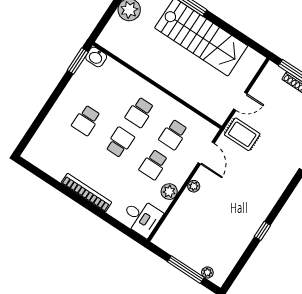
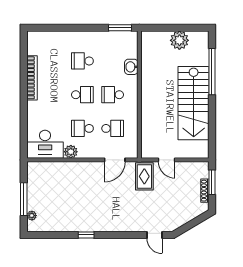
washbasin: (96, 57) -> (131, 67), moved
school desk: (173, 134) -> (113, 128), turned 180
plant: (194, 186) -> (86, 166), removed
bookcase: (86, 193) -> (32, 78), moved
desk: (142, 217) -> (45, 144), width x1.37

